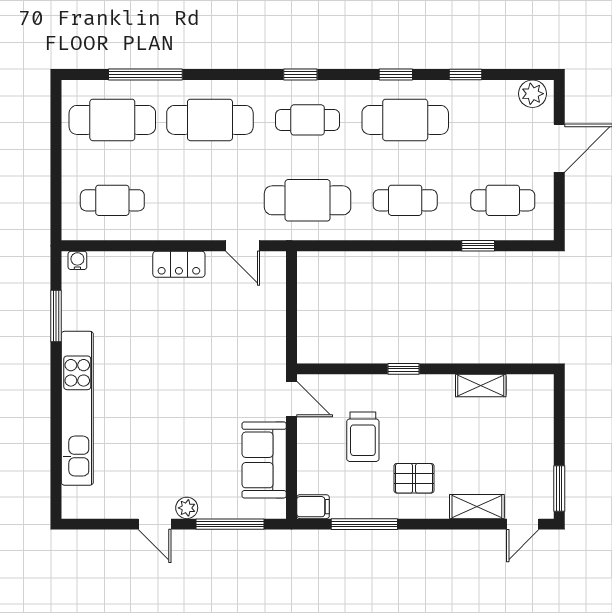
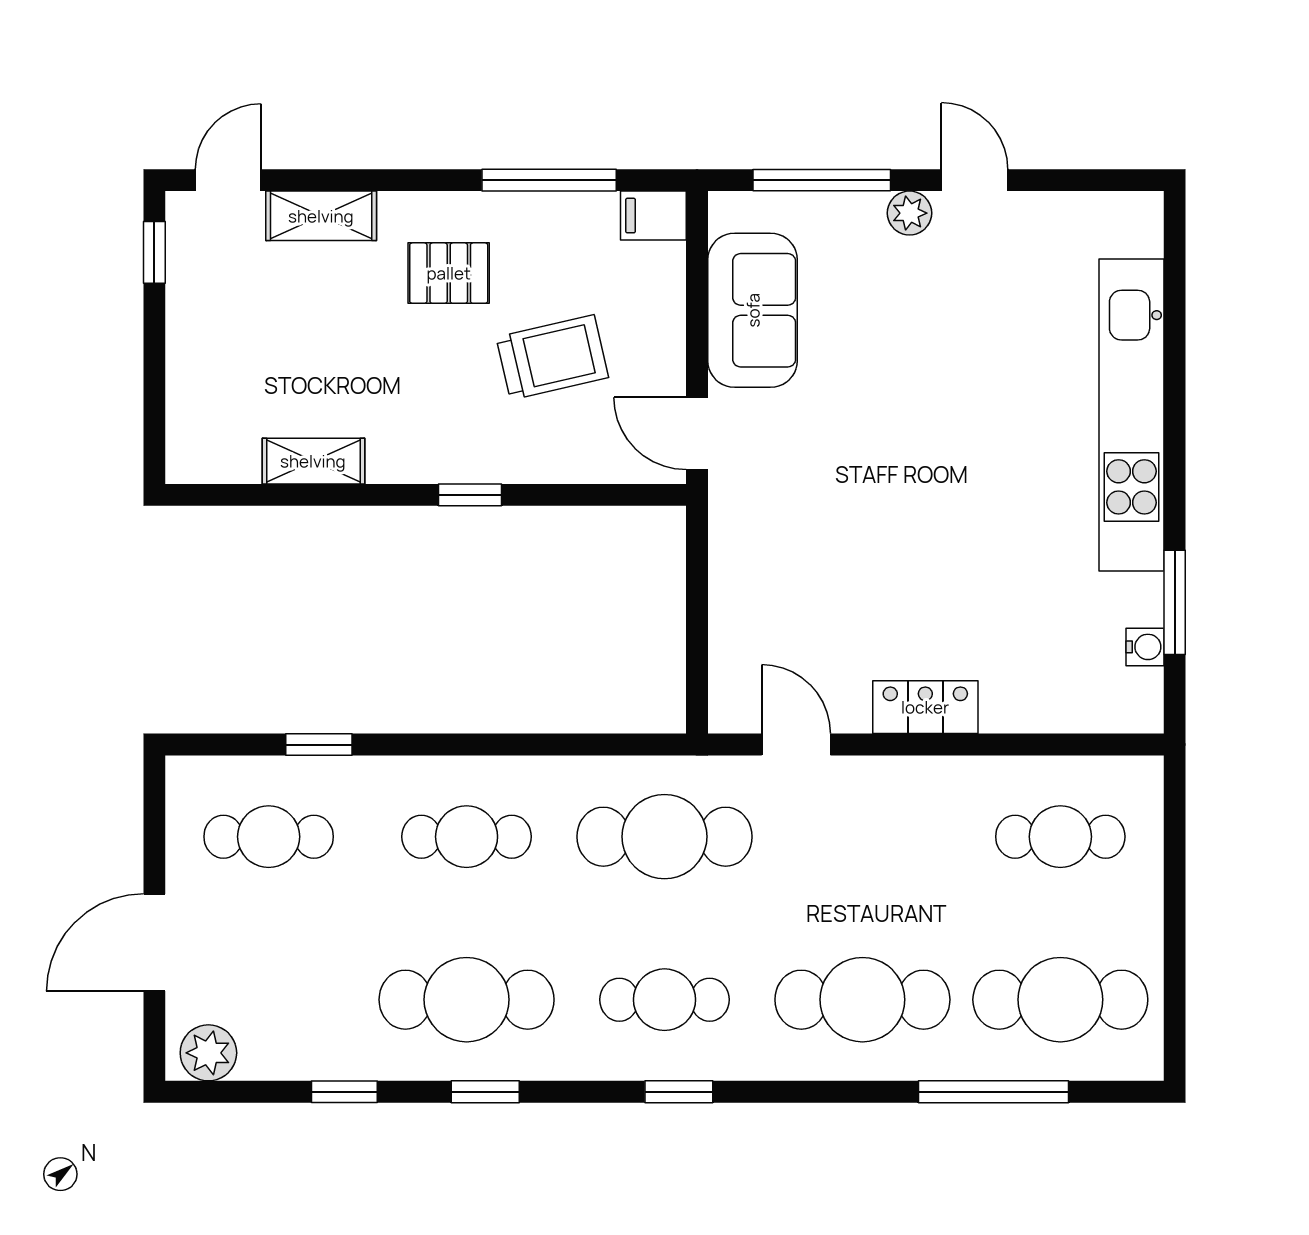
water cooler: (77, 260) -> (1145, 647), moved, turned -90
trolley: (363, 437) -> (552, 357), turned 77
window: (559, 488) -> (154, 252), width x0.67

